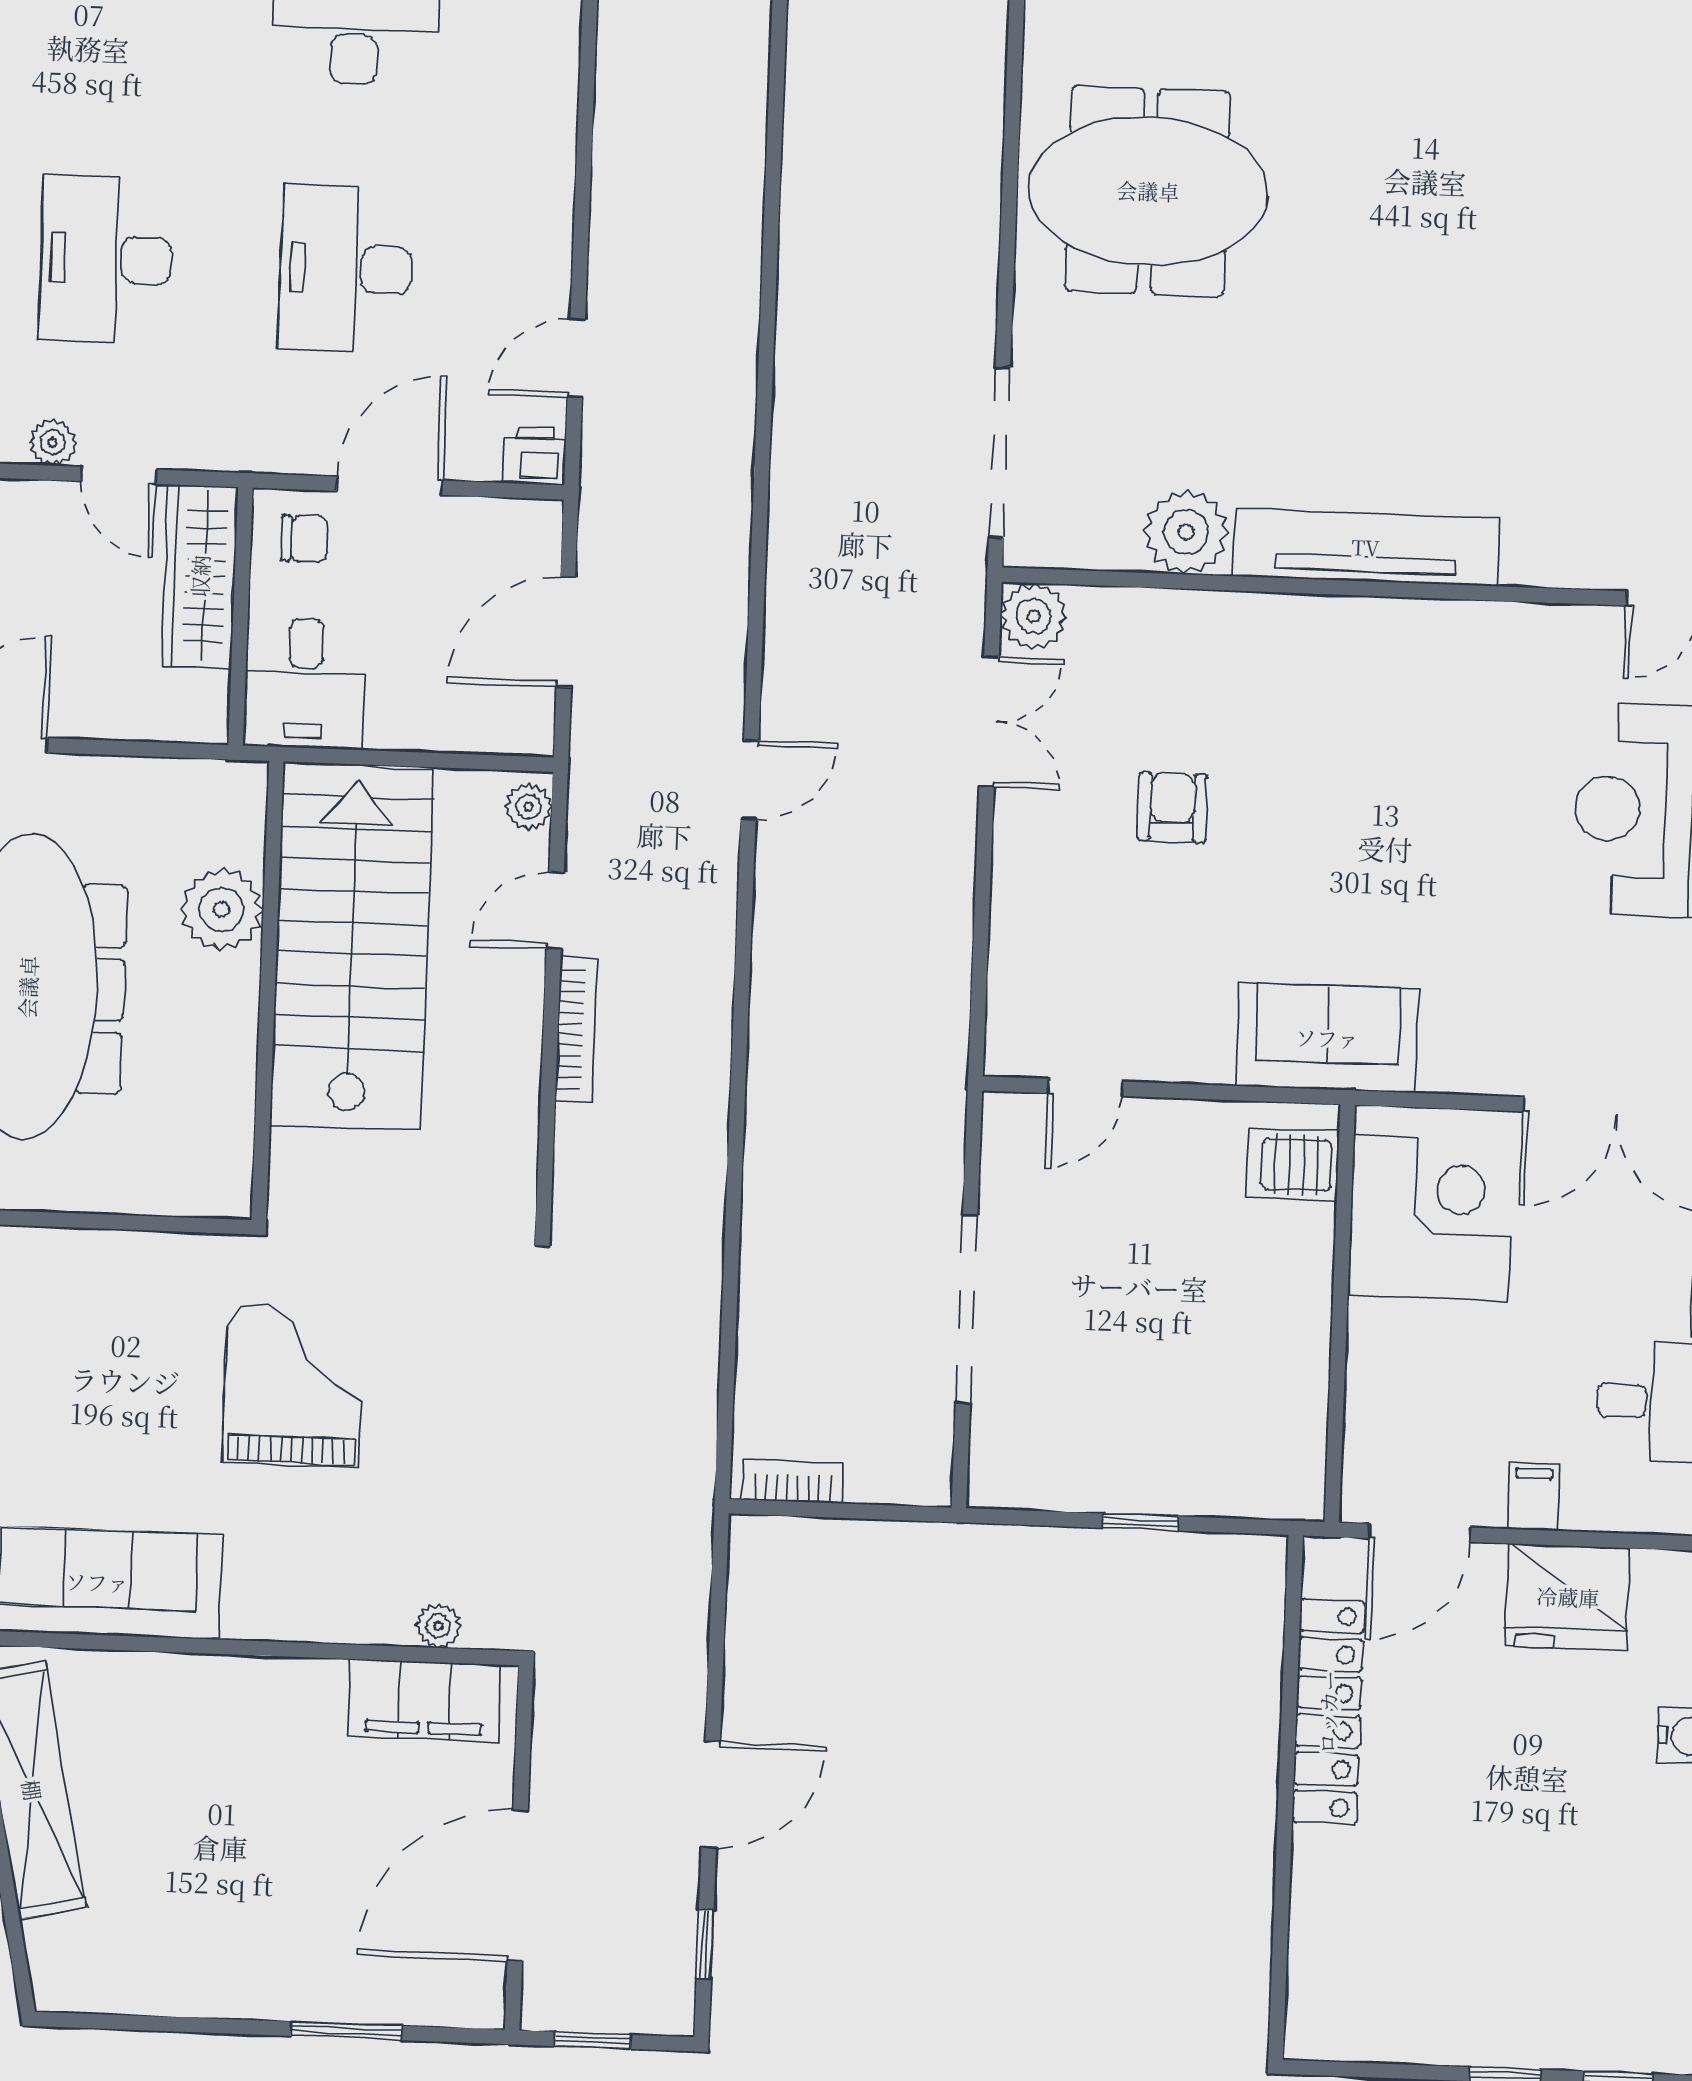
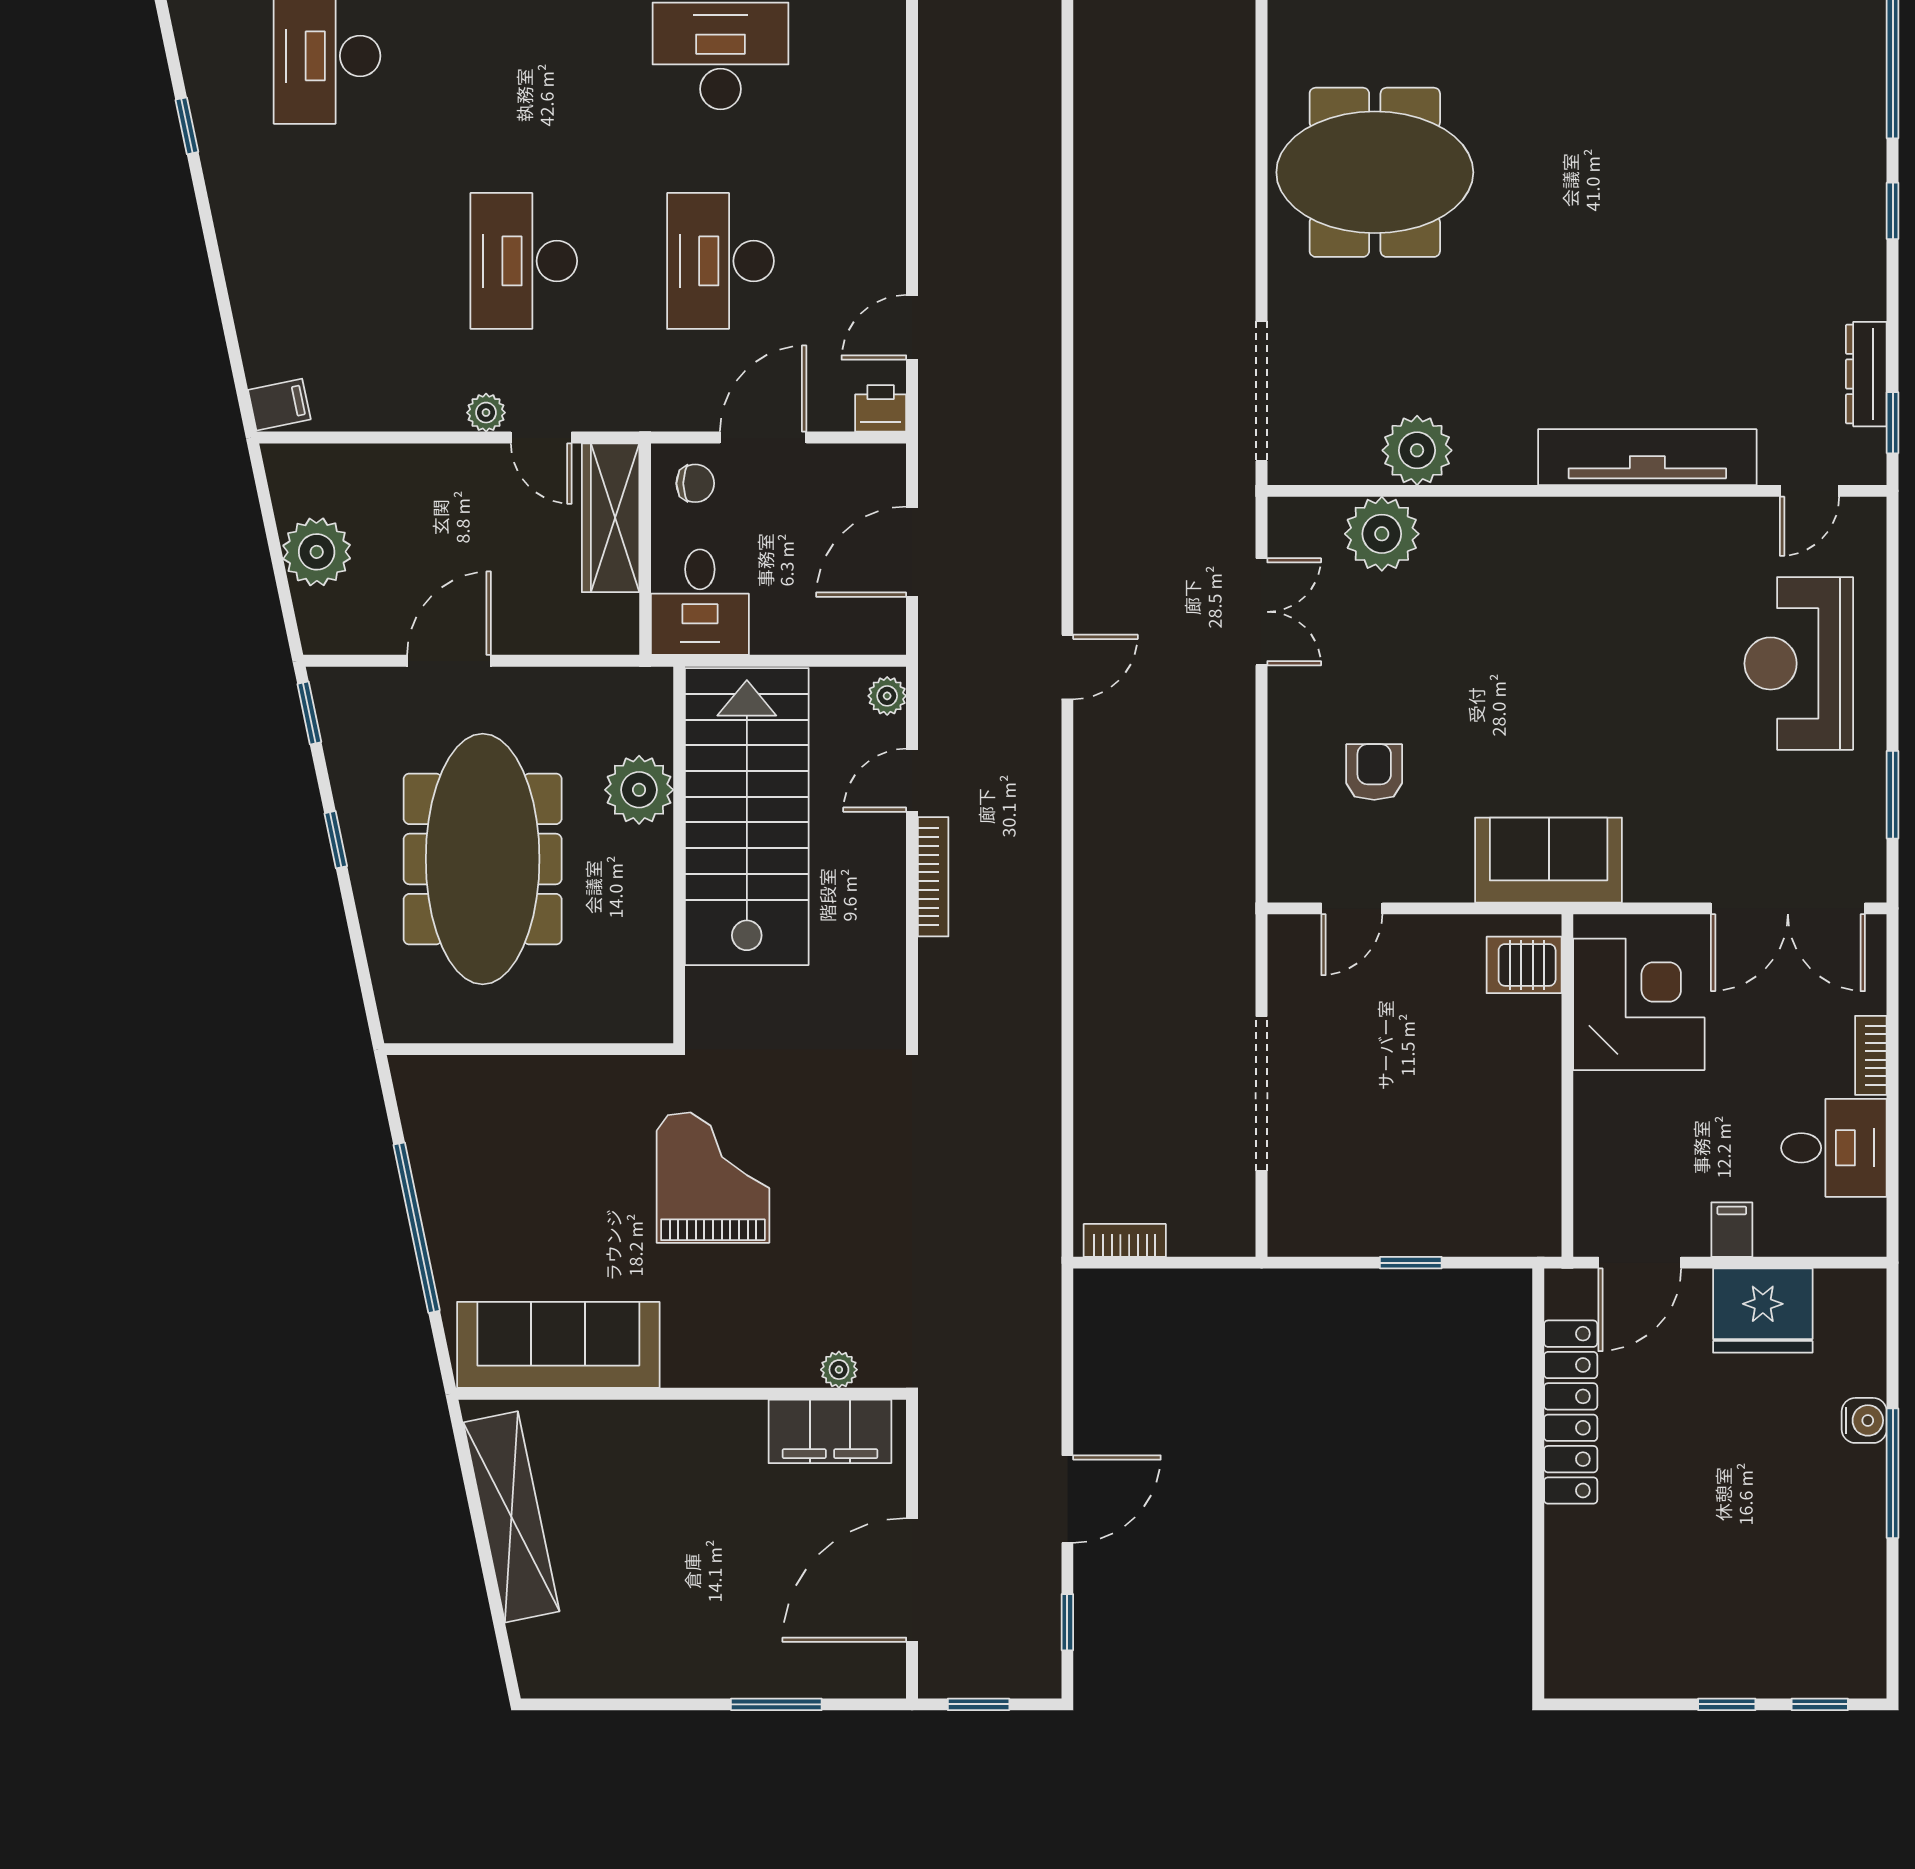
tv unit: (1366, 547) -> (1647, 457), moved
plant: (1033, 616) -> (1382, 534), moved, width x1.36, depth x1.36
armchair: (1172, 807) -> (1374, 772), moved

